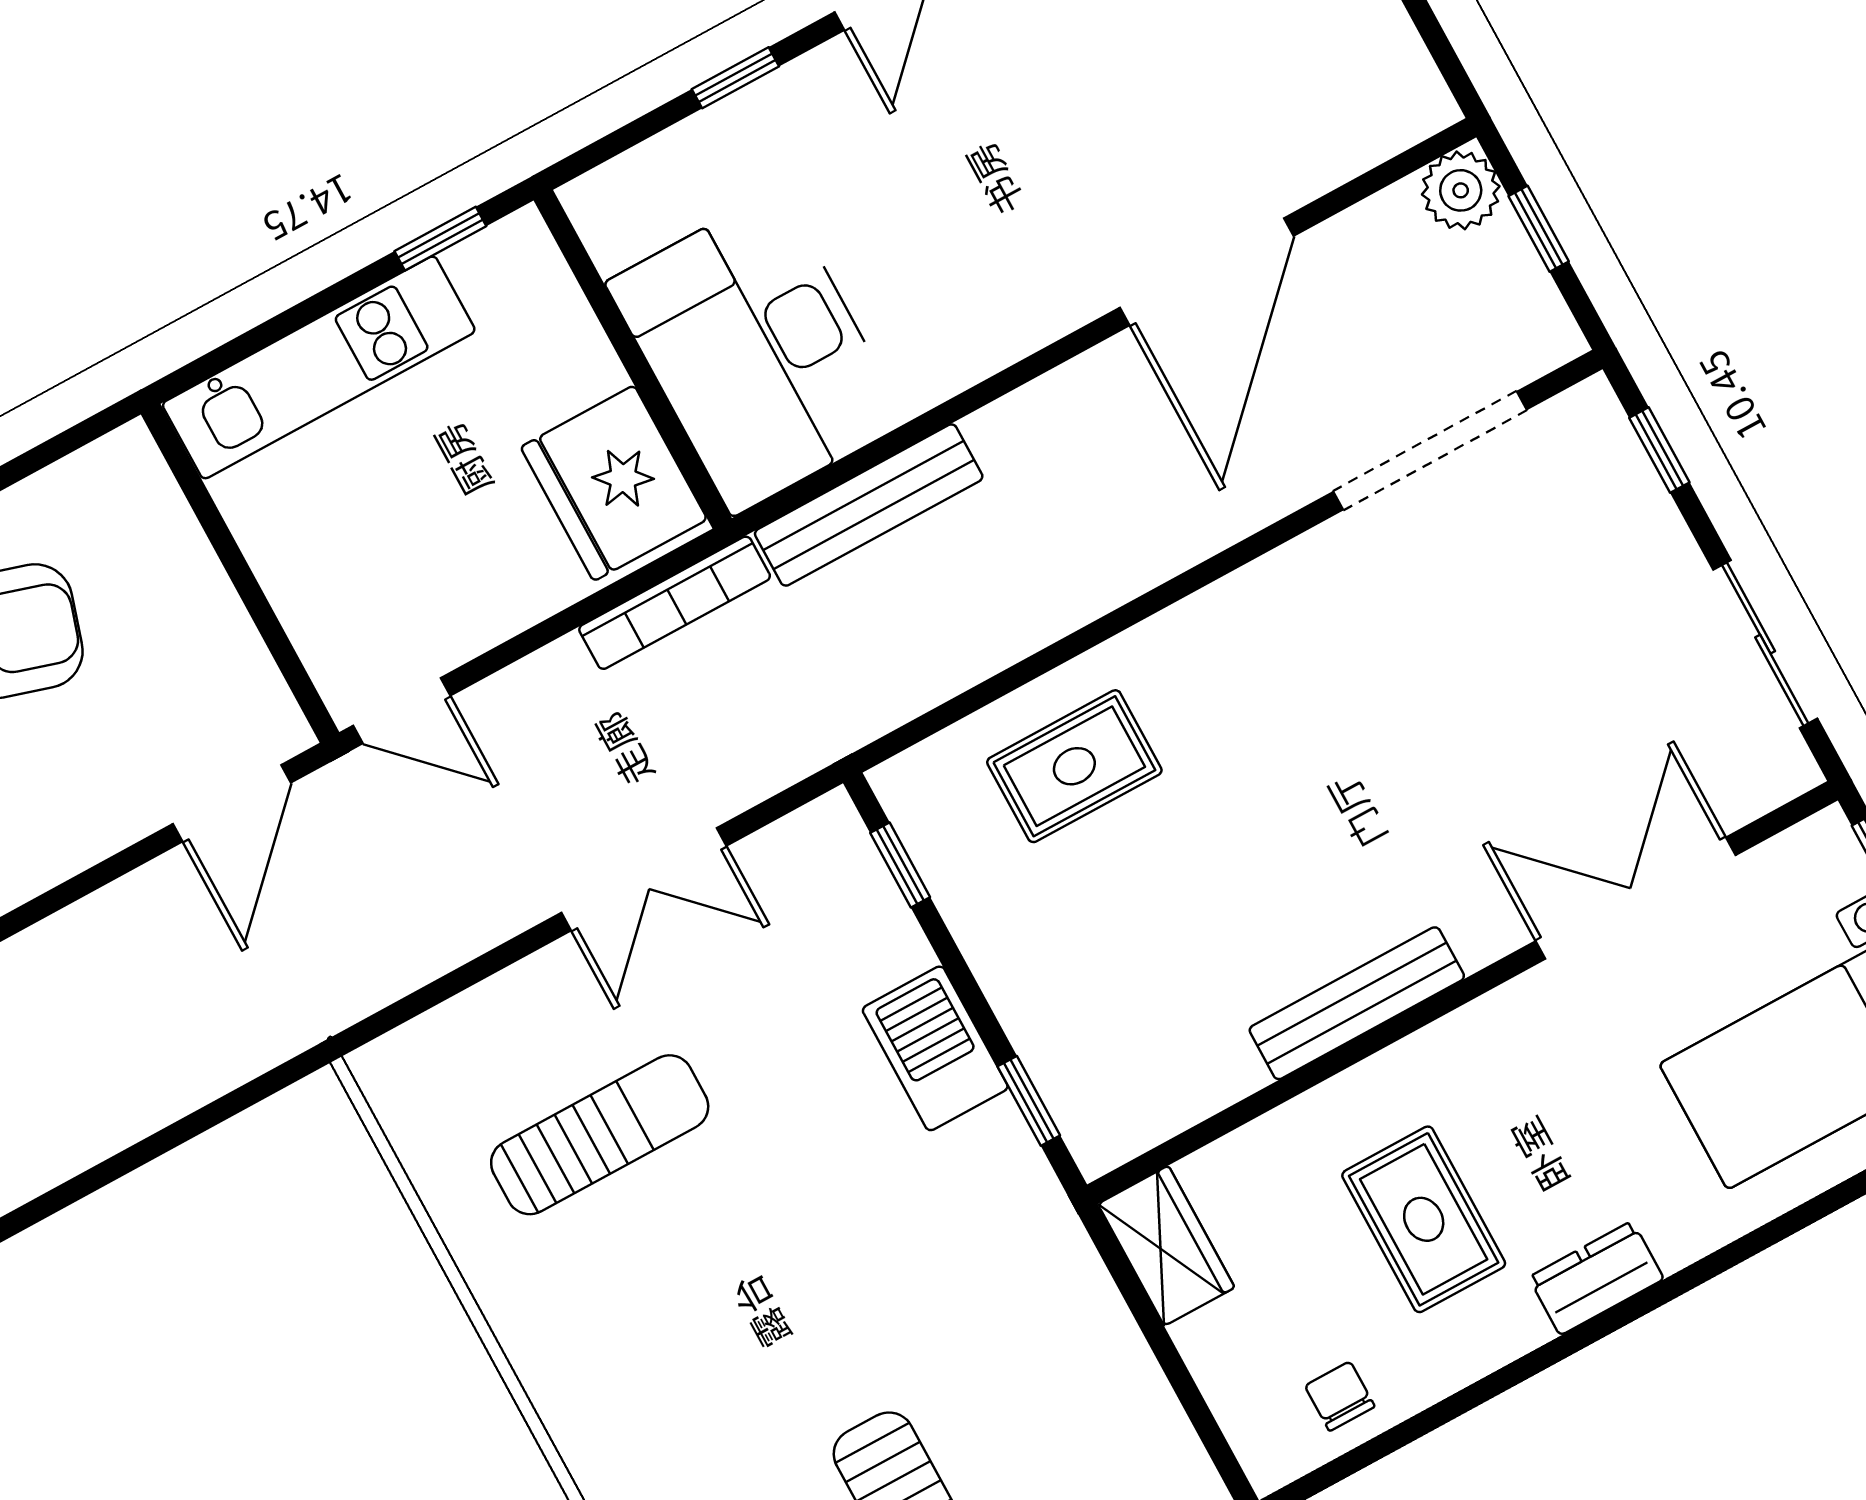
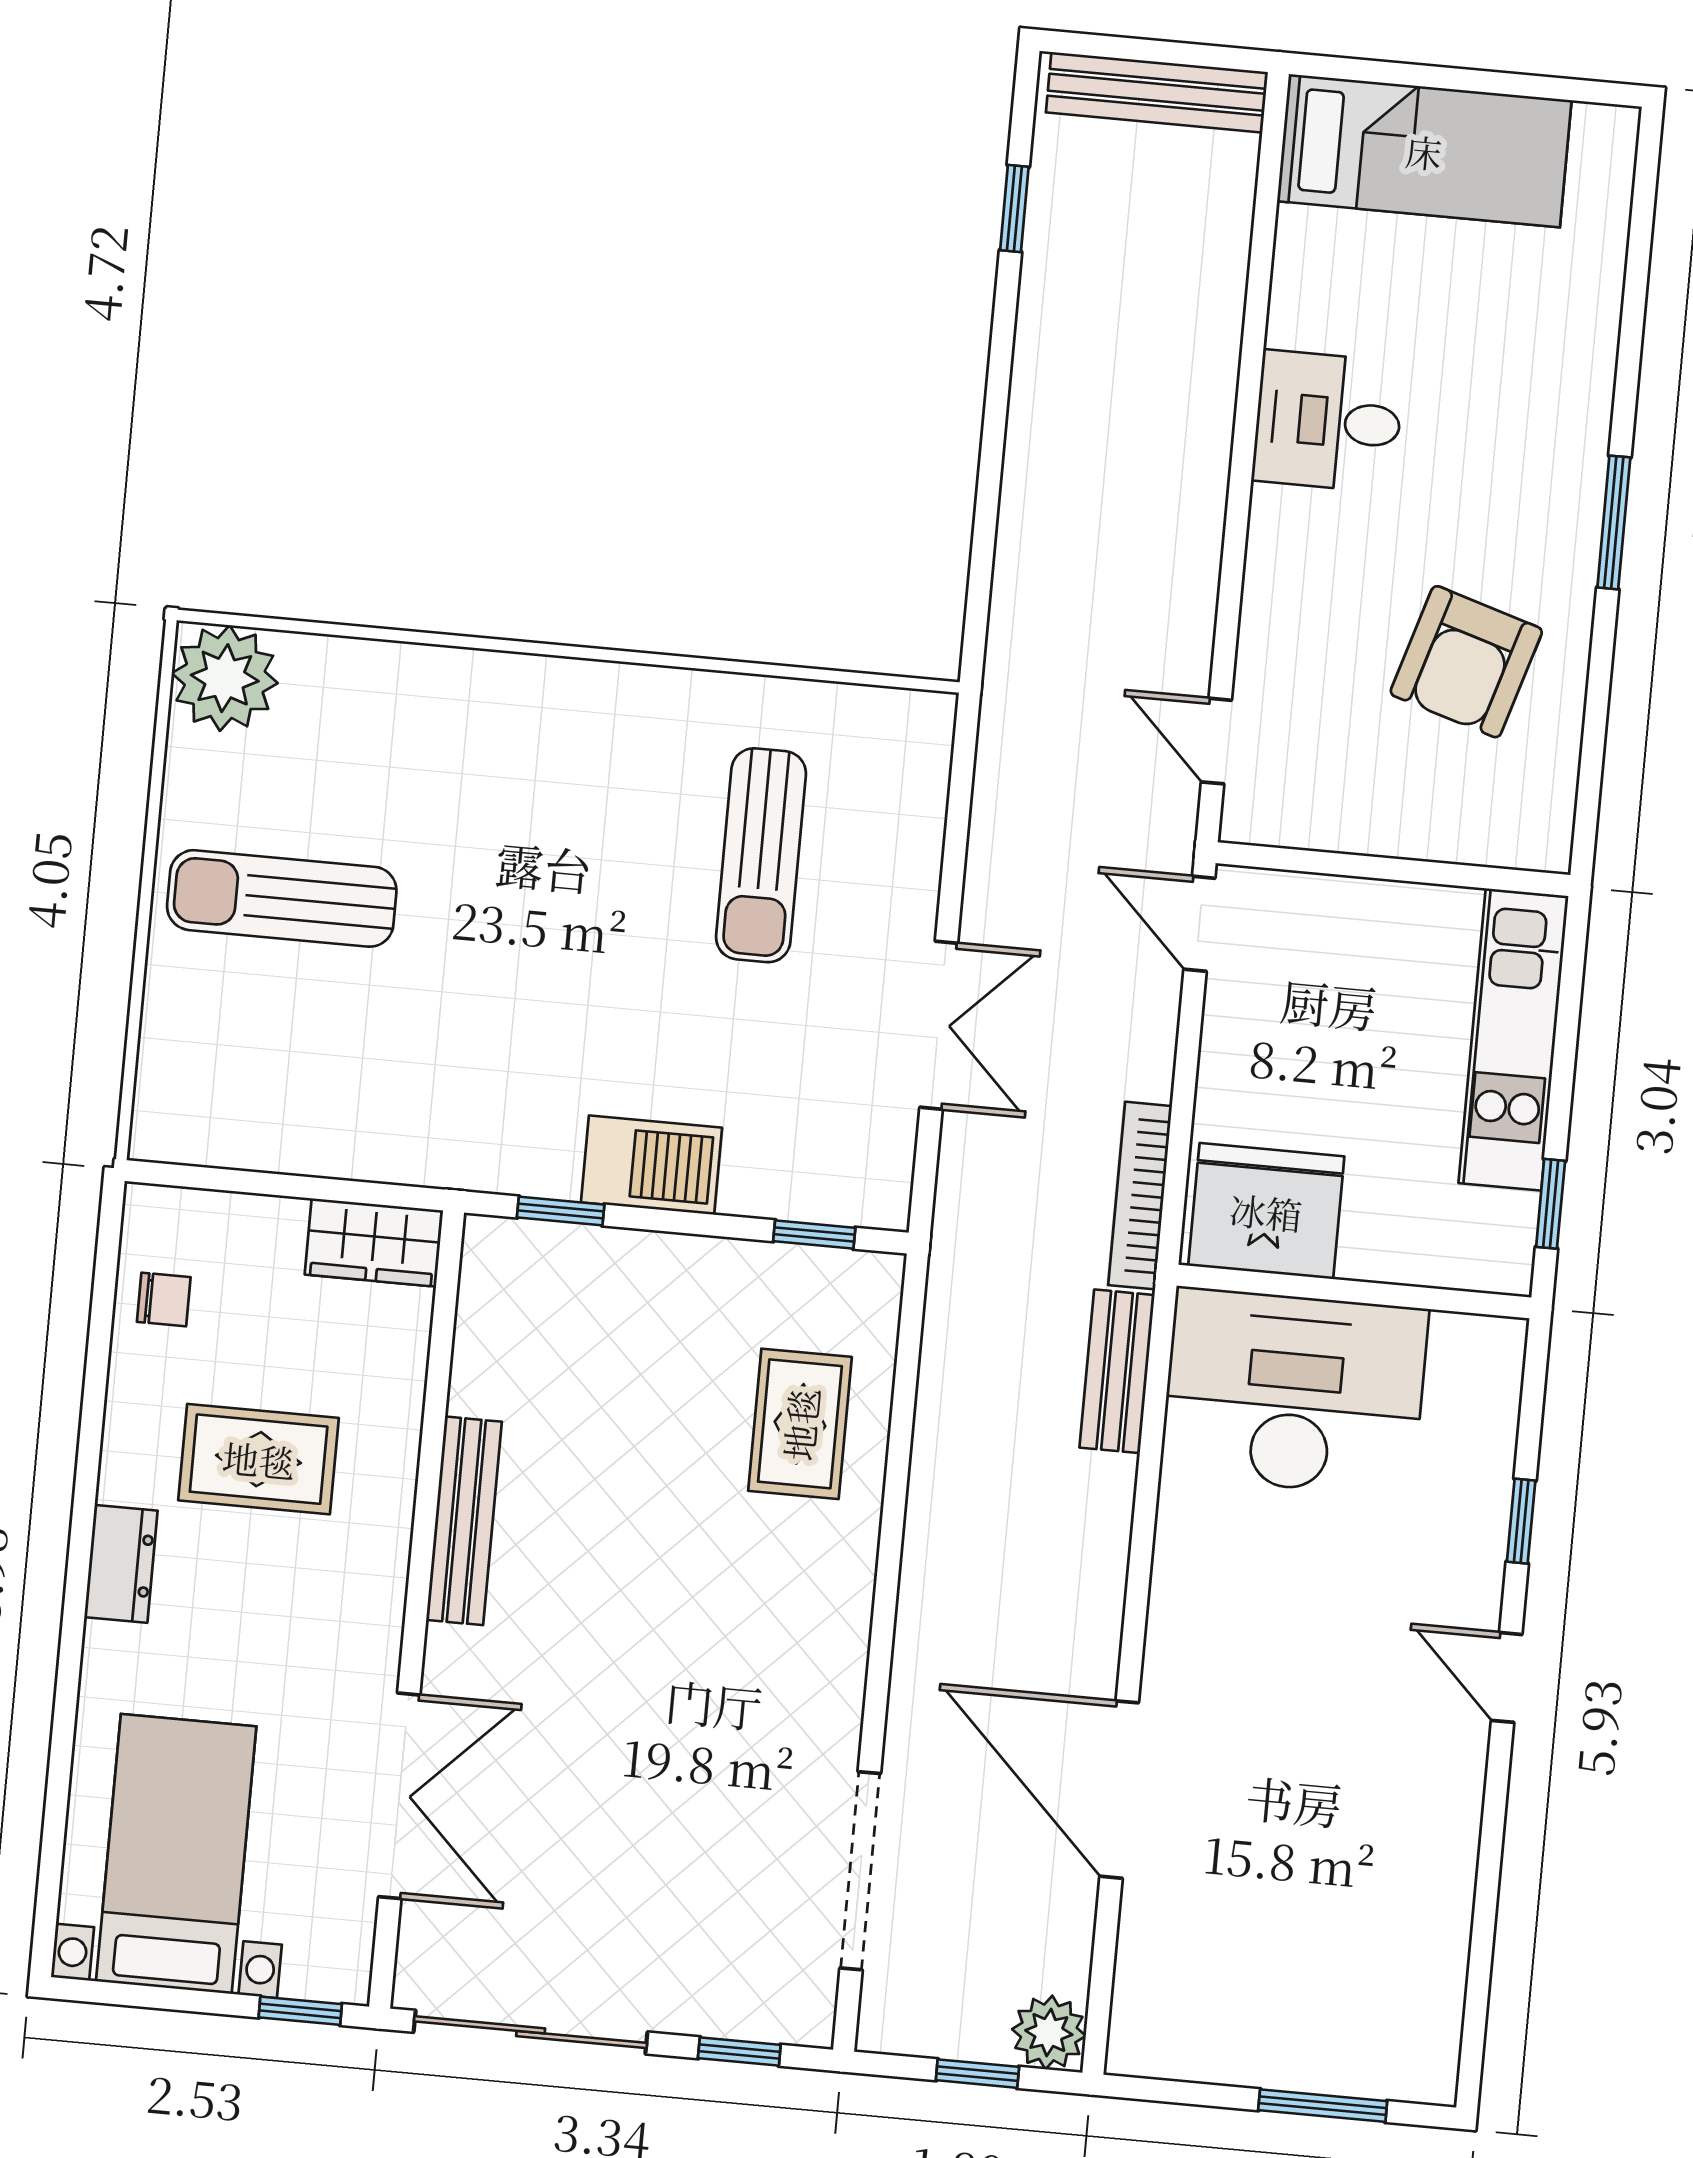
bench: (869, 505) -> (1117, 1371), width x0.73
sliding door: (1765, 644) -> (531, 2032), width x1.37
door: (402, 711) -> (1199, 924), hinge flipped
door: (232, 803) -> (1216, 741), width x0.73
double door: (644, 879) -> (939, 1025), swing flipped

